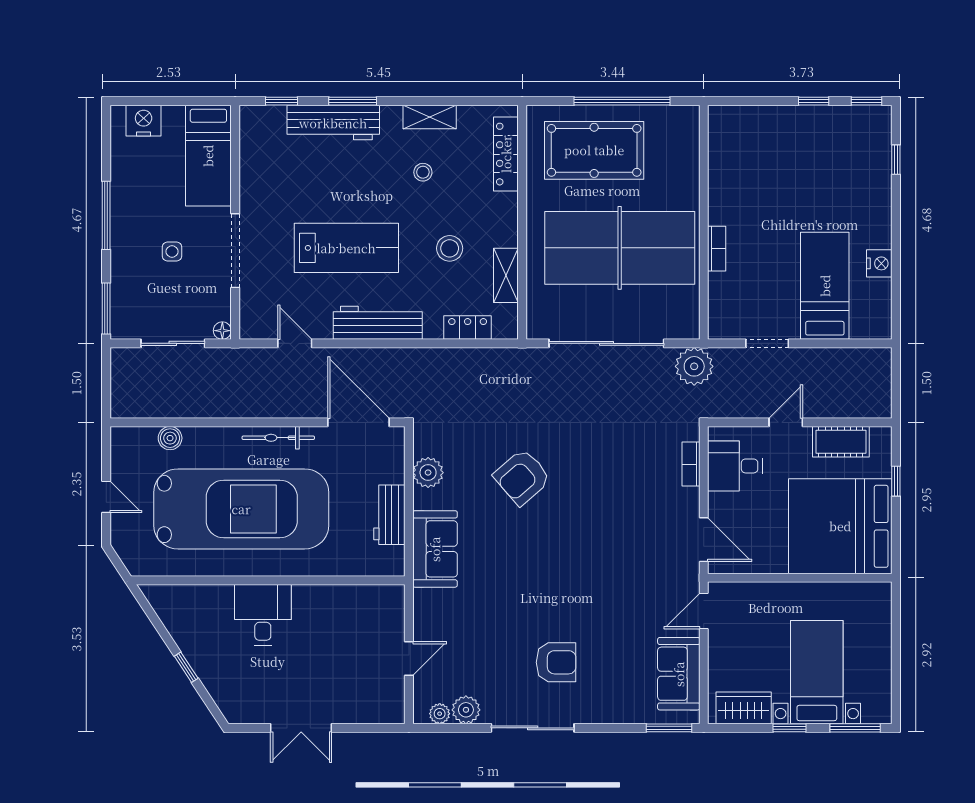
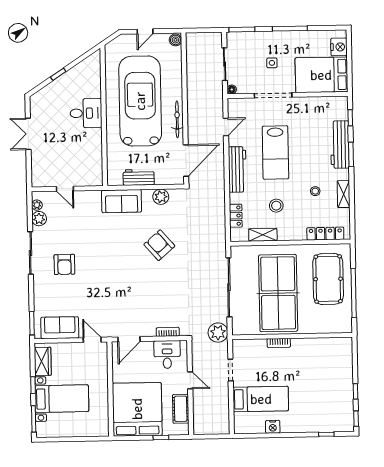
bed: (208, 156) -> (321, 75), width x1.50
boiler: (170, 438) -> (175, 40), moved
car: (241, 509) -> (140, 101), turned 180

